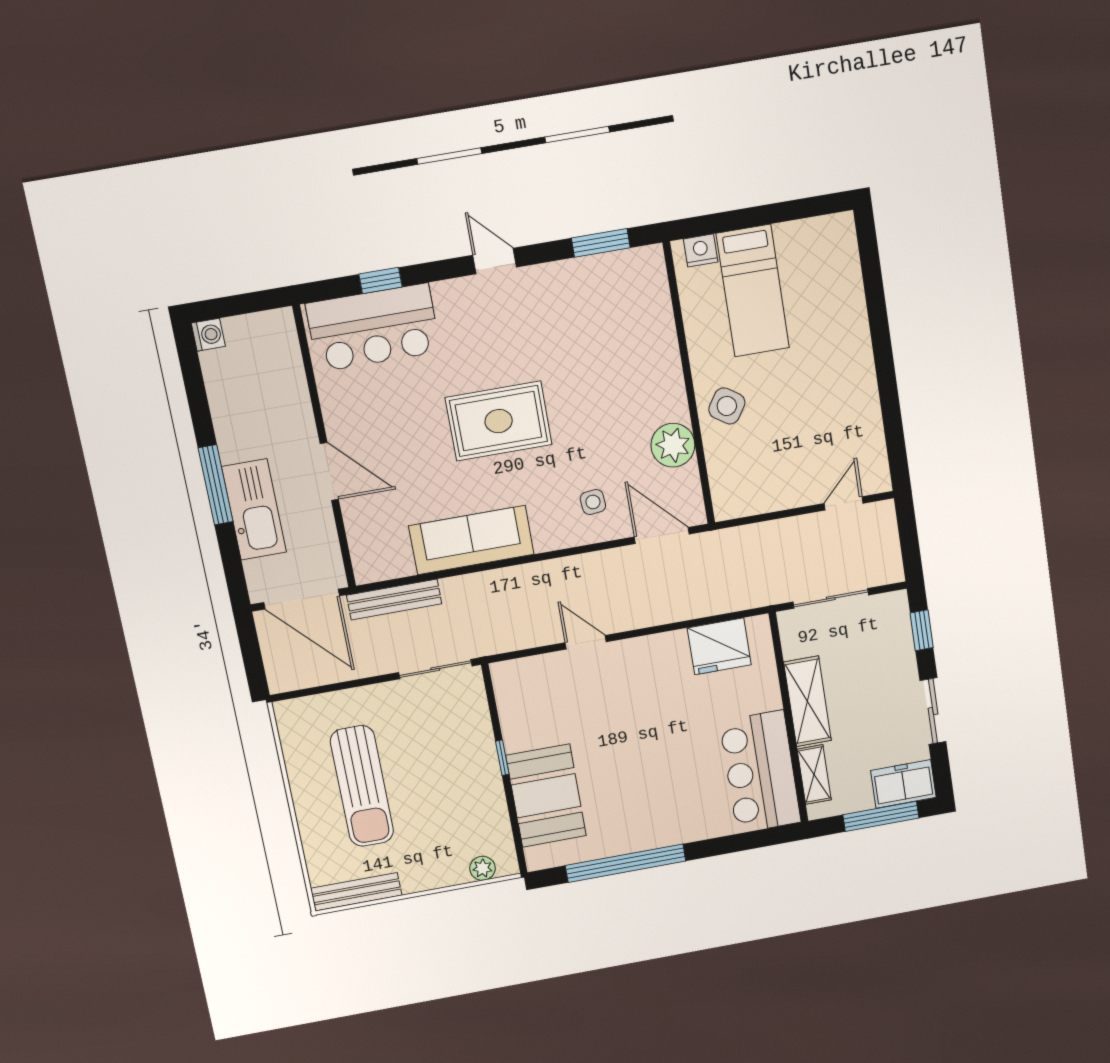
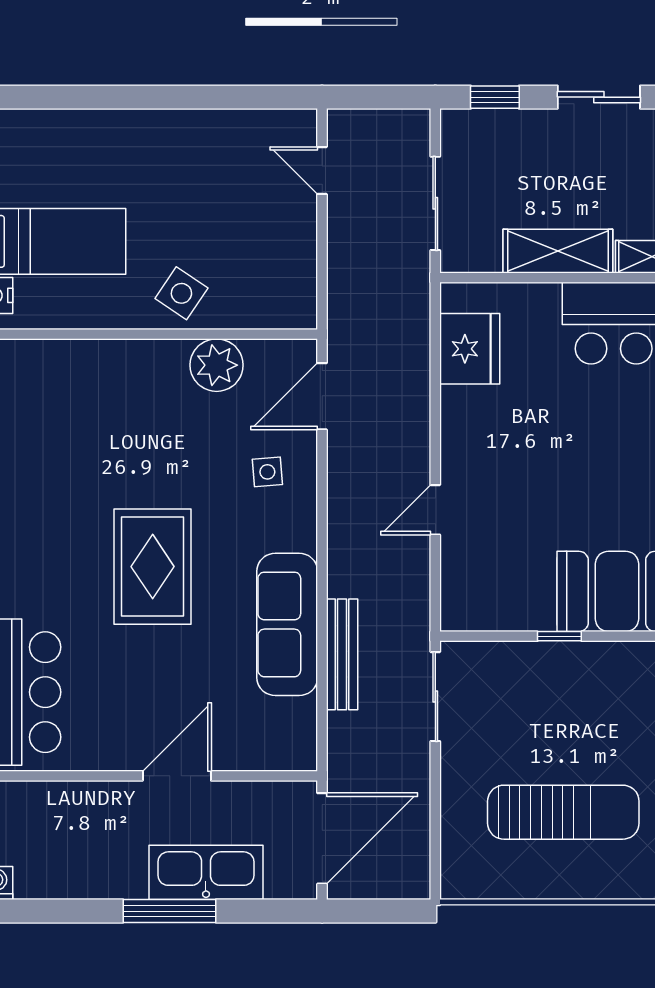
bench: (394, 600) -> (342, 654), moved

